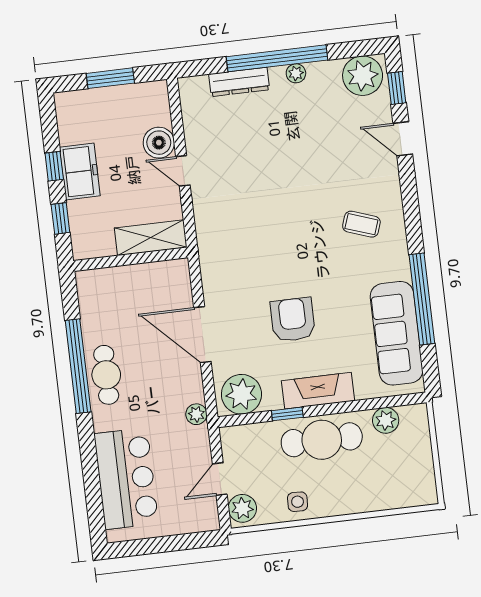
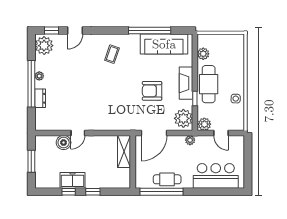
dresser: (239, 82) -> (40, 98), width x0.70
shelving: (151, 238) -> (124, 151), moved
wall: (131, 259) -> (133, 162), moved
plant: (242, 508) -> (204, 124), moved

